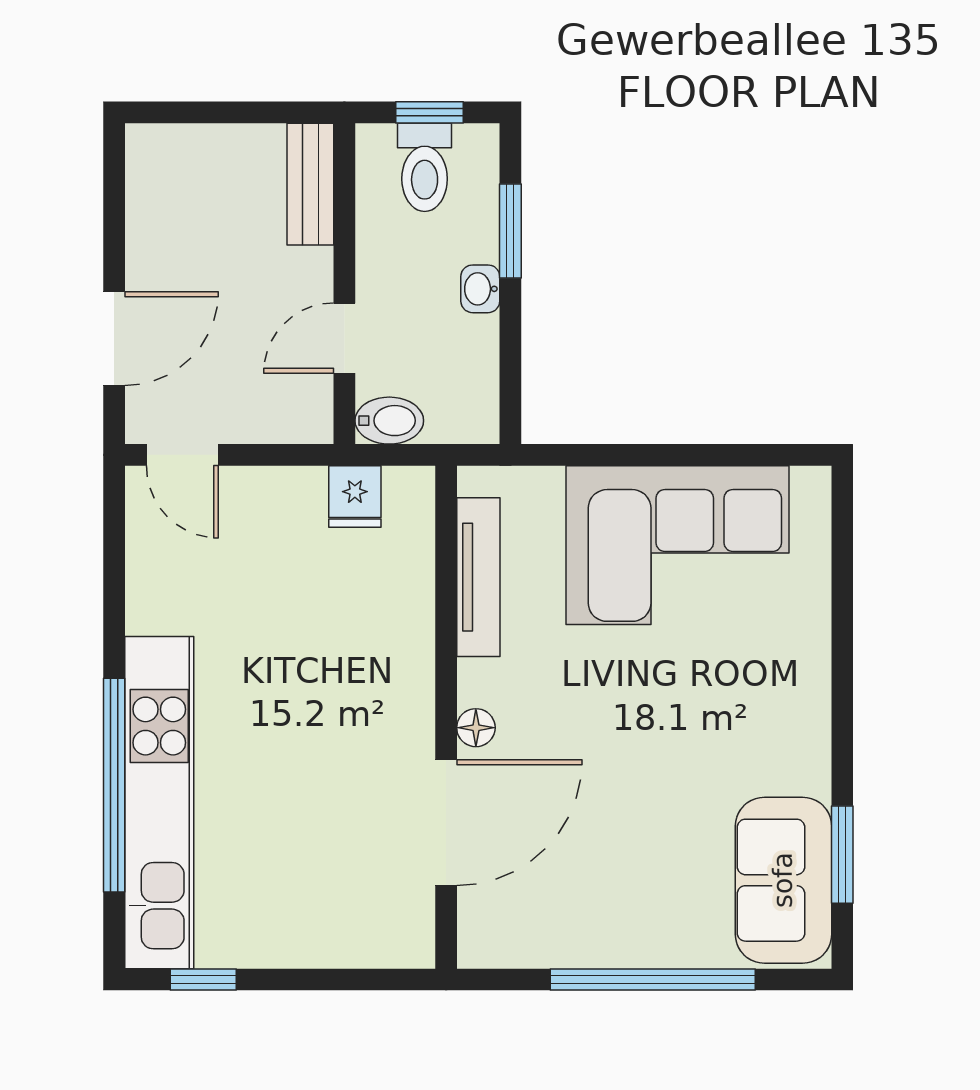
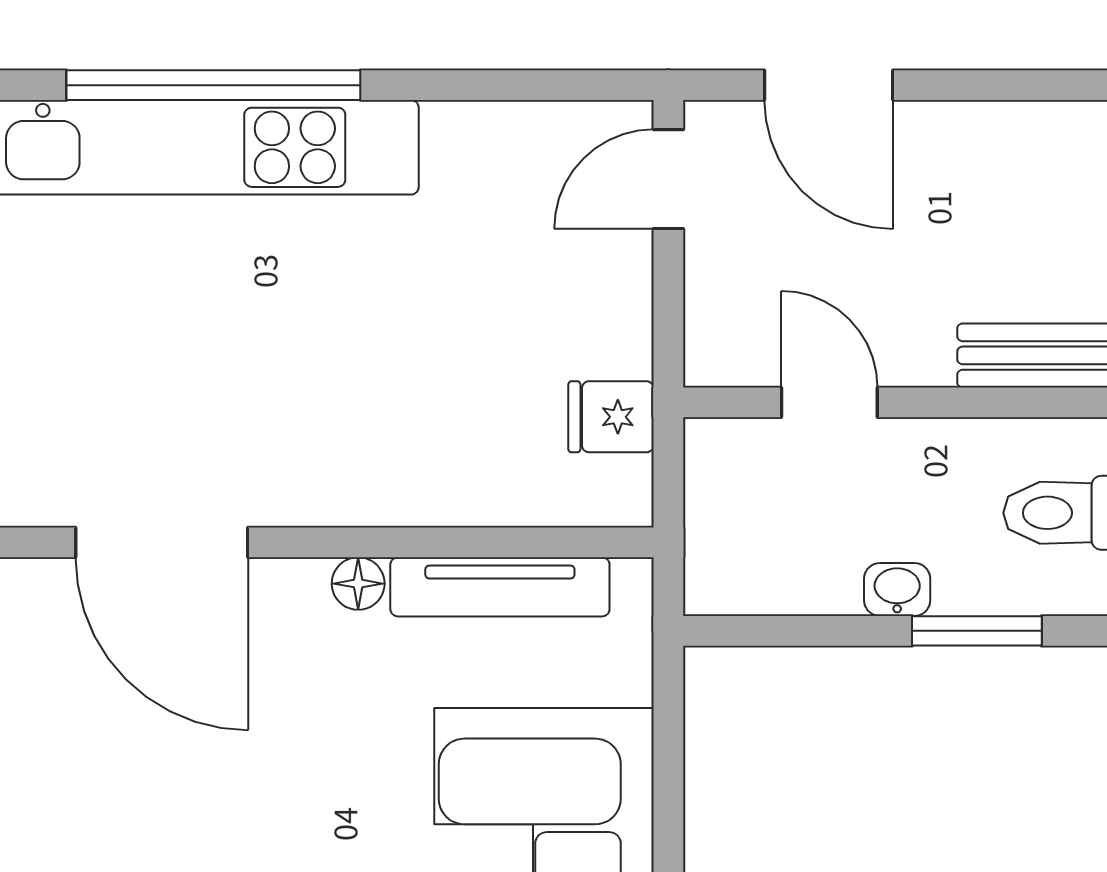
bidet: (389, 421) -> (716, 464), removed
floor lamp: (476, 728) -> (358, 584), moved

